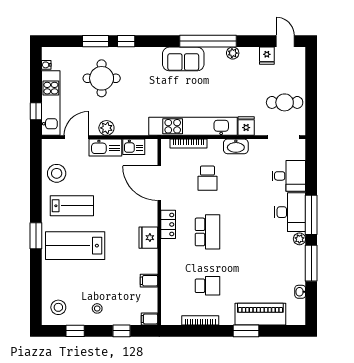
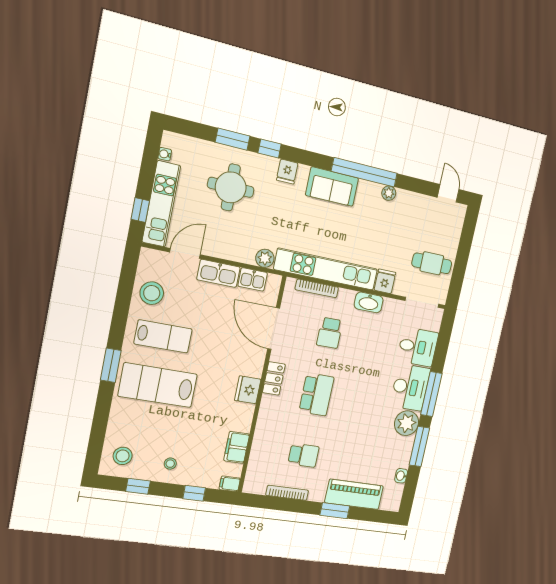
fridge: (267, 56) -> (287, 172), moved
plant: (106, 128) -> (265, 258), moved
plant: (299, 239) -> (407, 423), width x1.87, depth x1.87
filing cabinet: (149, 281) -> (237, 447), width x2.00

